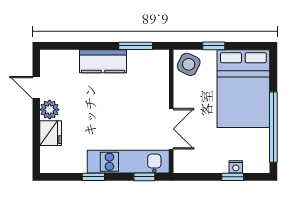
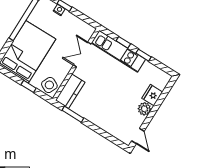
kitchen counter: (103, 61) -> (70, 91), moved, turned 90
door: (36, 88) -> (138, 136), moved
window: (144, 177) -> (123, 42), moved

